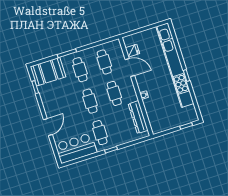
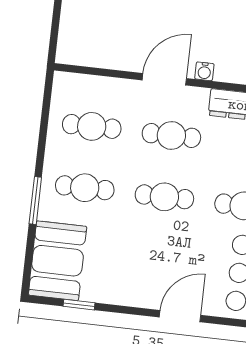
fridge: (132, 51) -> (95, 53), removed
door: (130, 68) -> (164, 79), moved
door: (48, 127) -> (180, 316), hinge flipped

